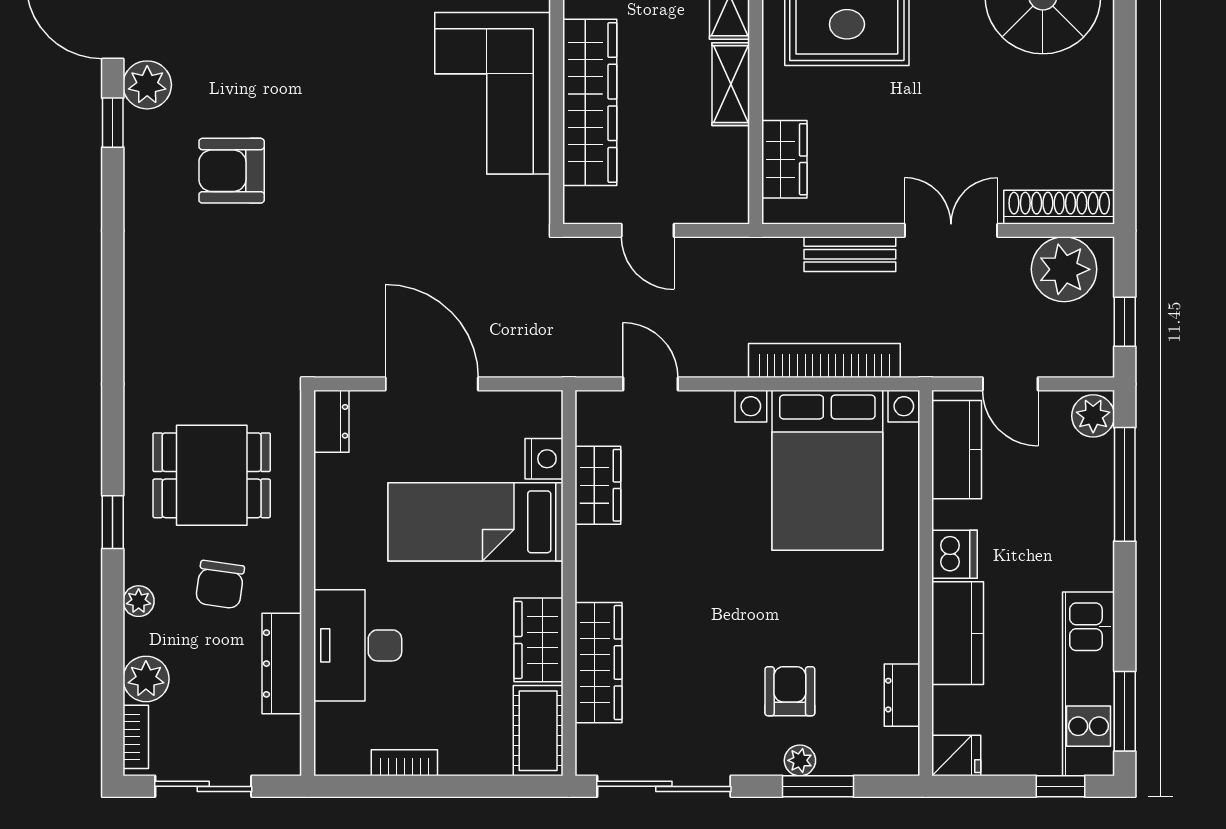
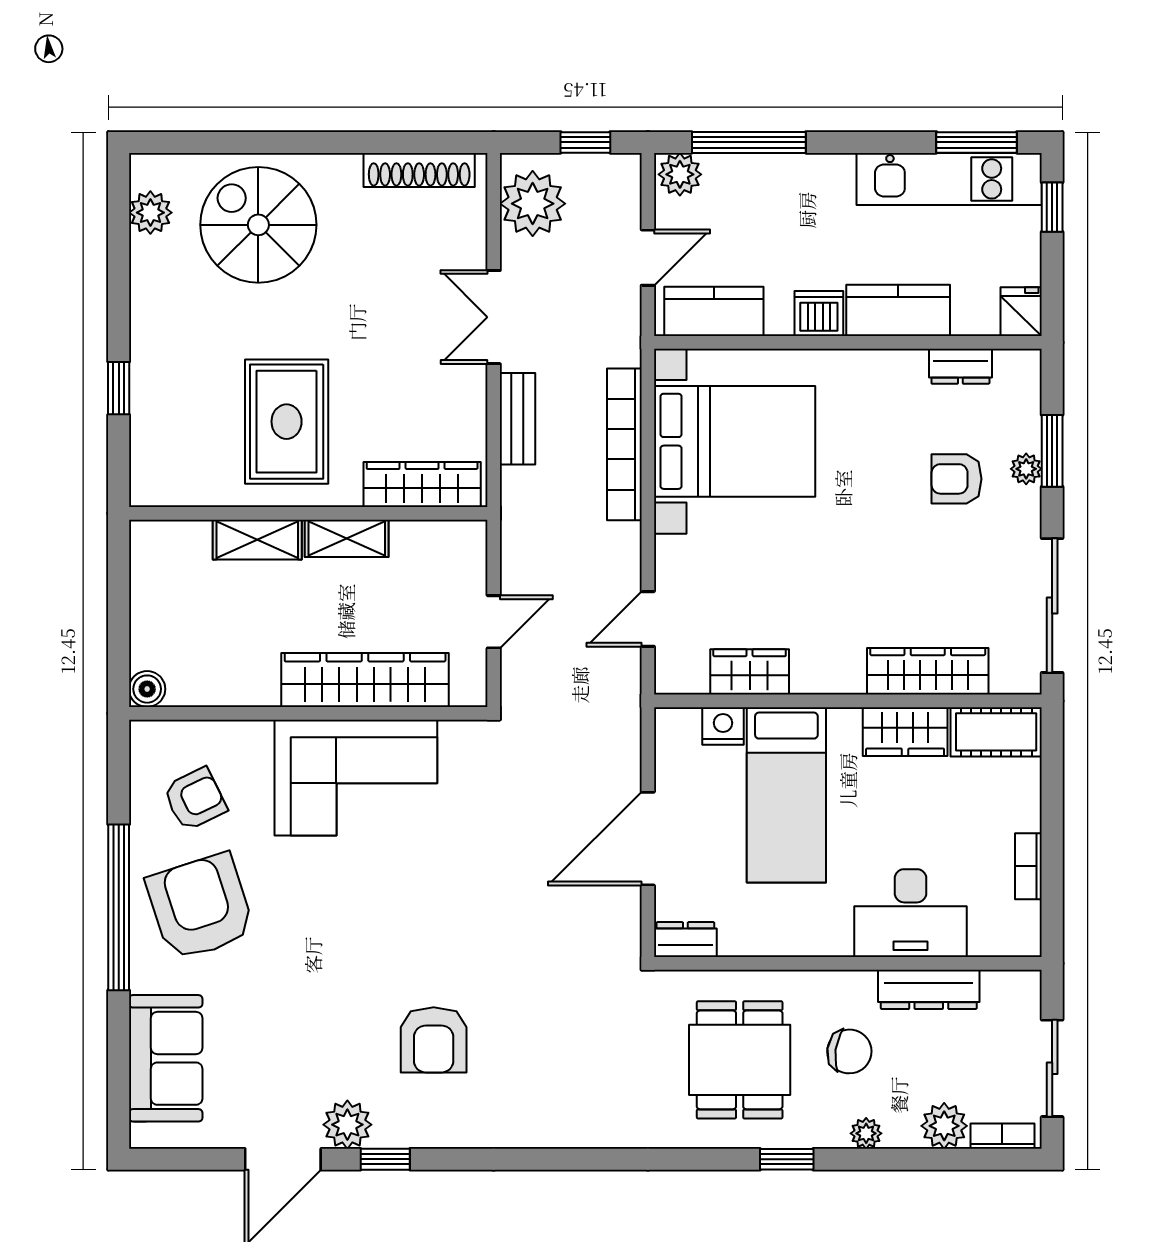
wardrobe: (784, 159) -> (422, 484), width x1.50
shoe rack: (1059, 207) -> (419, 170), moved, turned -90

